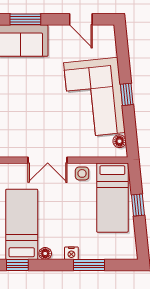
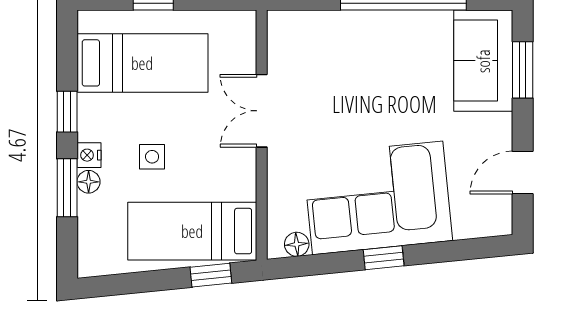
side table: (82, 173) -> (152, 157), moved
window: (138, 205) -> (211, 275), moved
floor lamp: (45, 254) -> (89, 182), moved
window: (17, 265) -> (67, 112), moved

